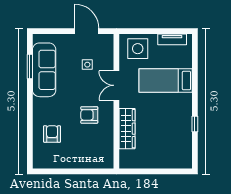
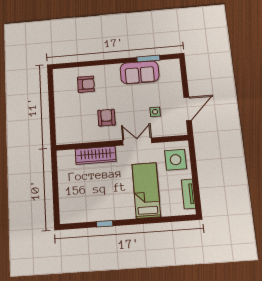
sofa: (44, 70) -> (140, 72), width x0.73

